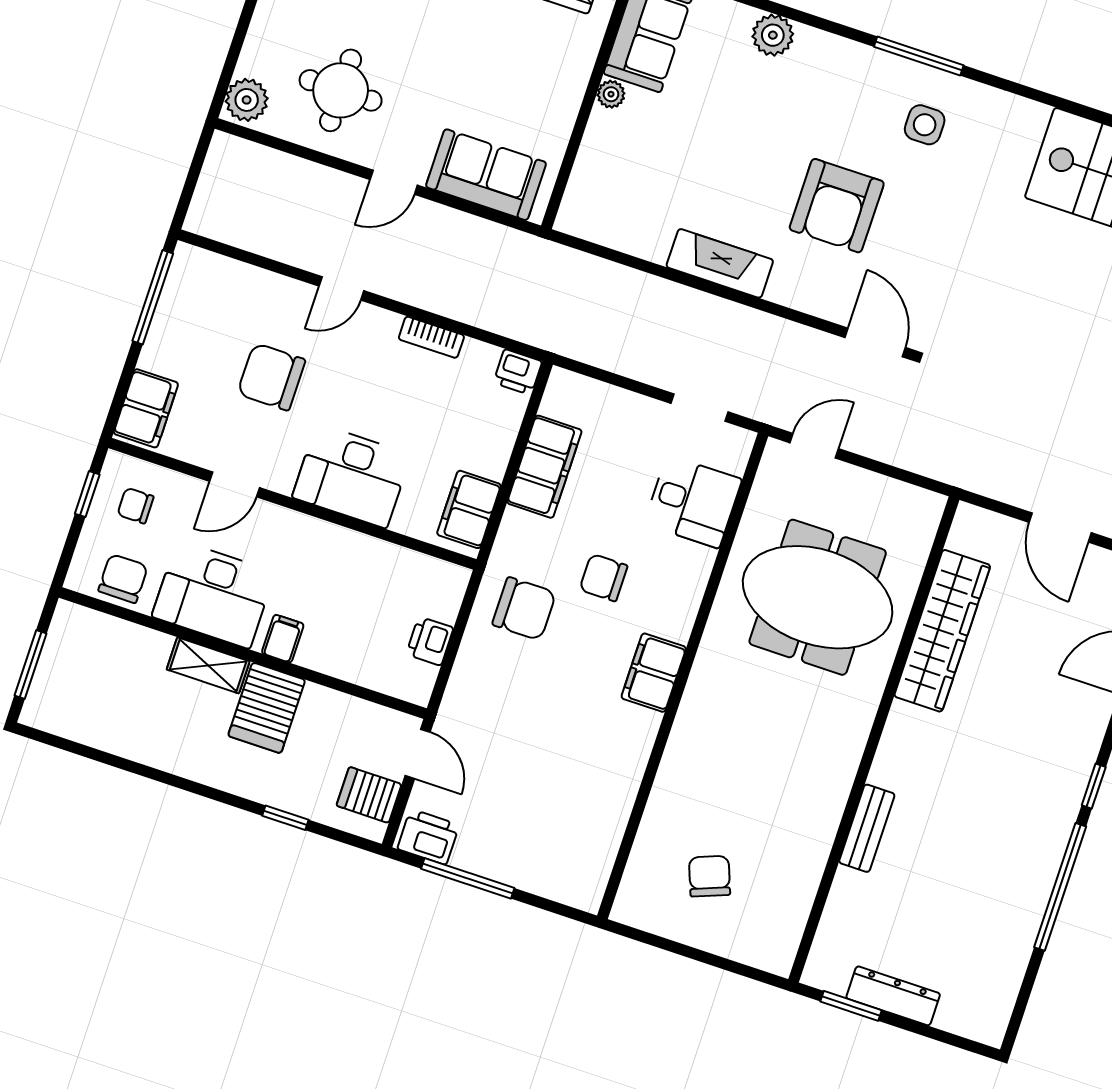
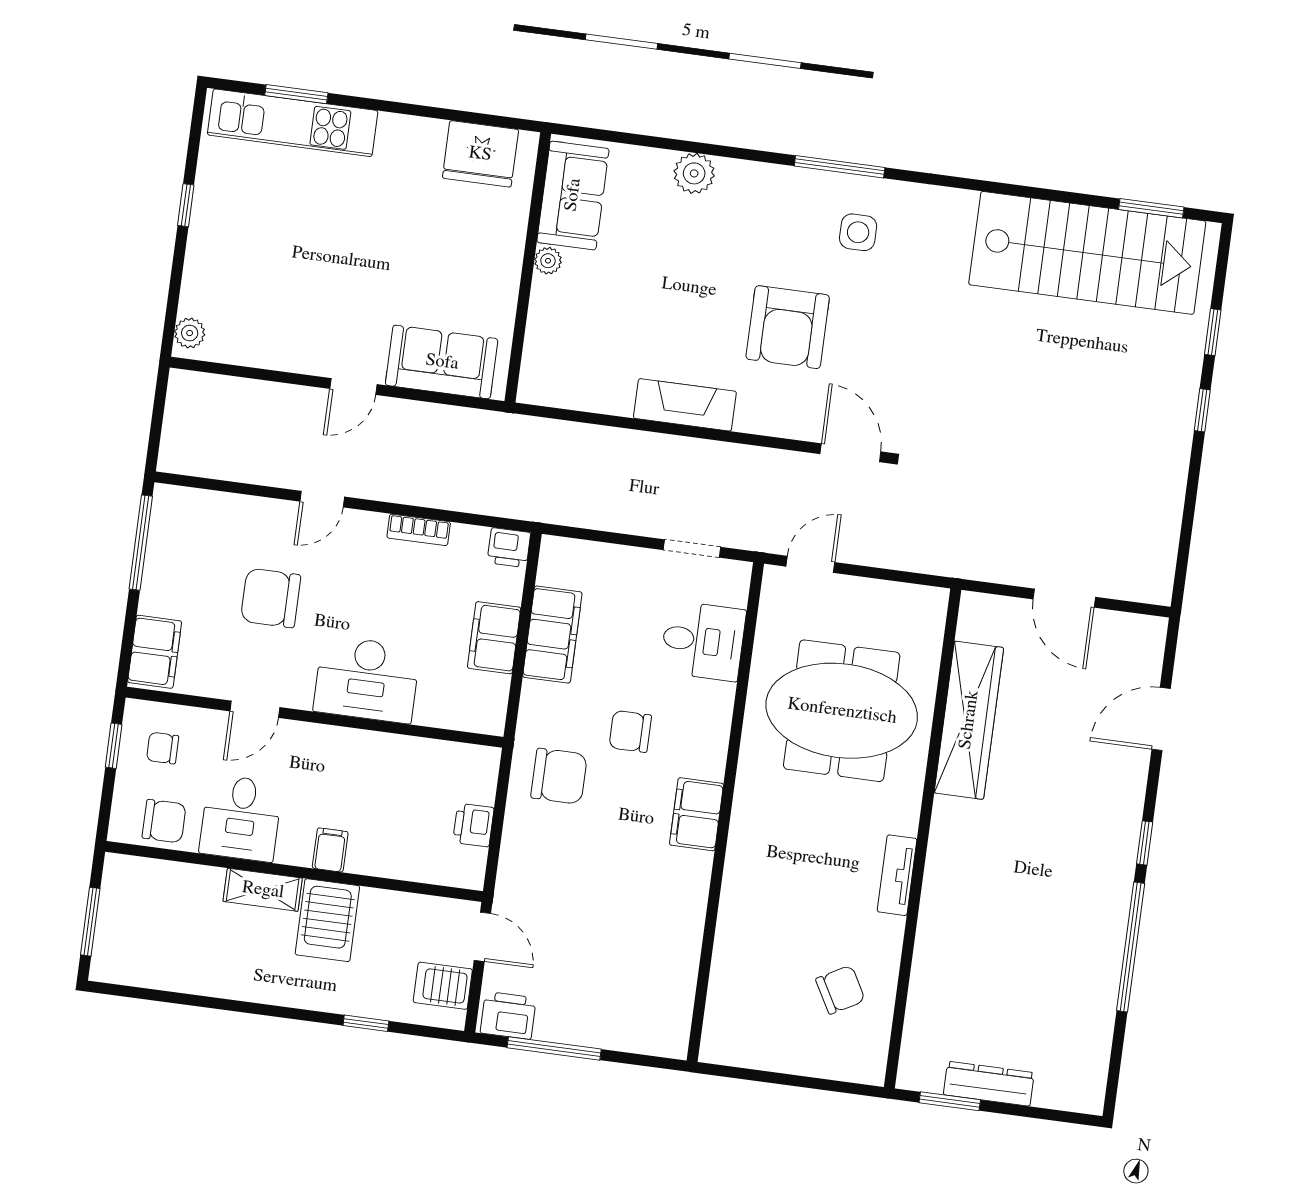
round table: (341, 90) -> (285, 307), removed
plant: (247, 100) -> (190, 333), width x0.73, depth x0.73
filing cabinet: (469, 509) -> (494, 638), moved
chair: (123, 578) -> (164, 821), turned 90
desk: (213, 594) -> (241, 818), width x0.73
tv unit: (842, 771) -> (897, 875), added
bench: (867, 828) -> (932, 926), removed
chair: (710, 876) -> (840, 990), moved, turned 82

